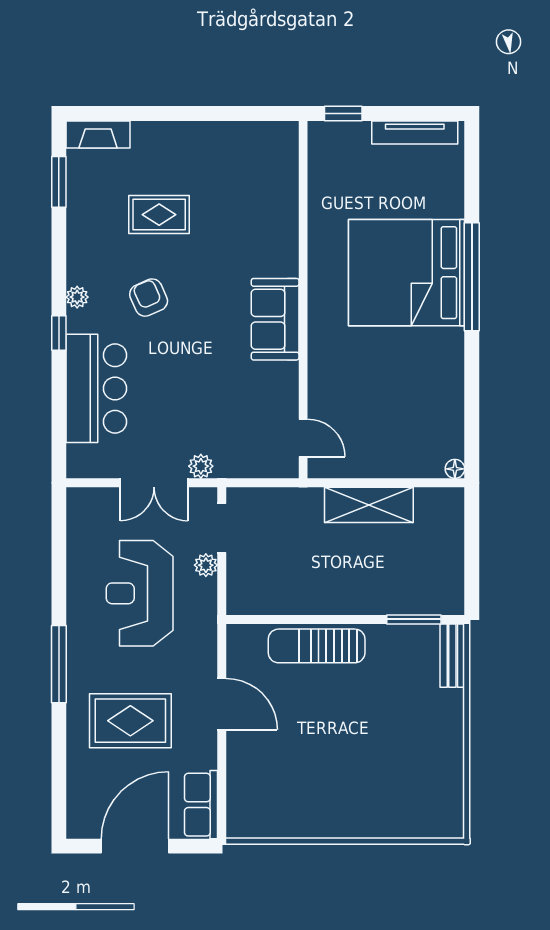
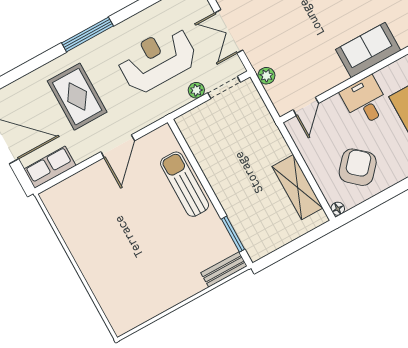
desk: (337, 359) -> (365, 101), added
armchair: (416, 415) -> (358, 167), added
plant: (201, 466) -> (266, 76), moved
shelving: (369, 505) -> (297, 187), moved

